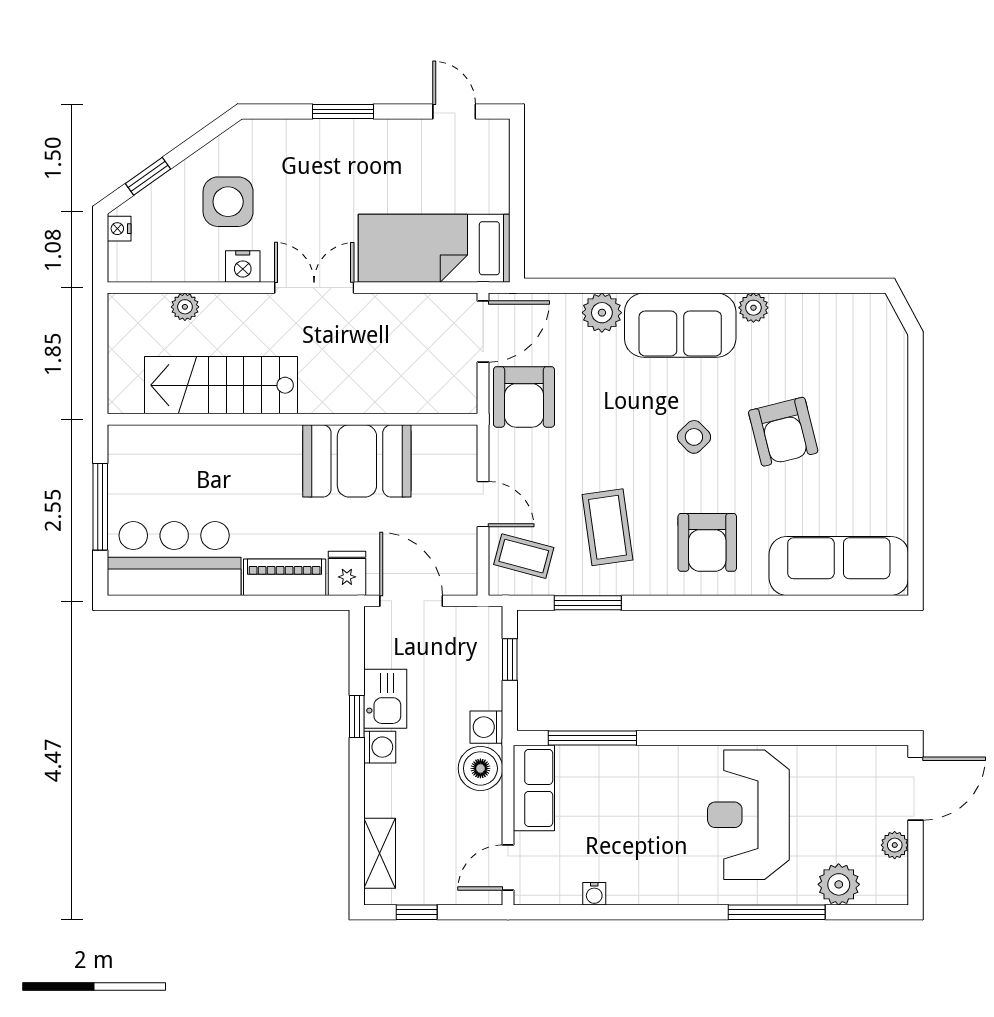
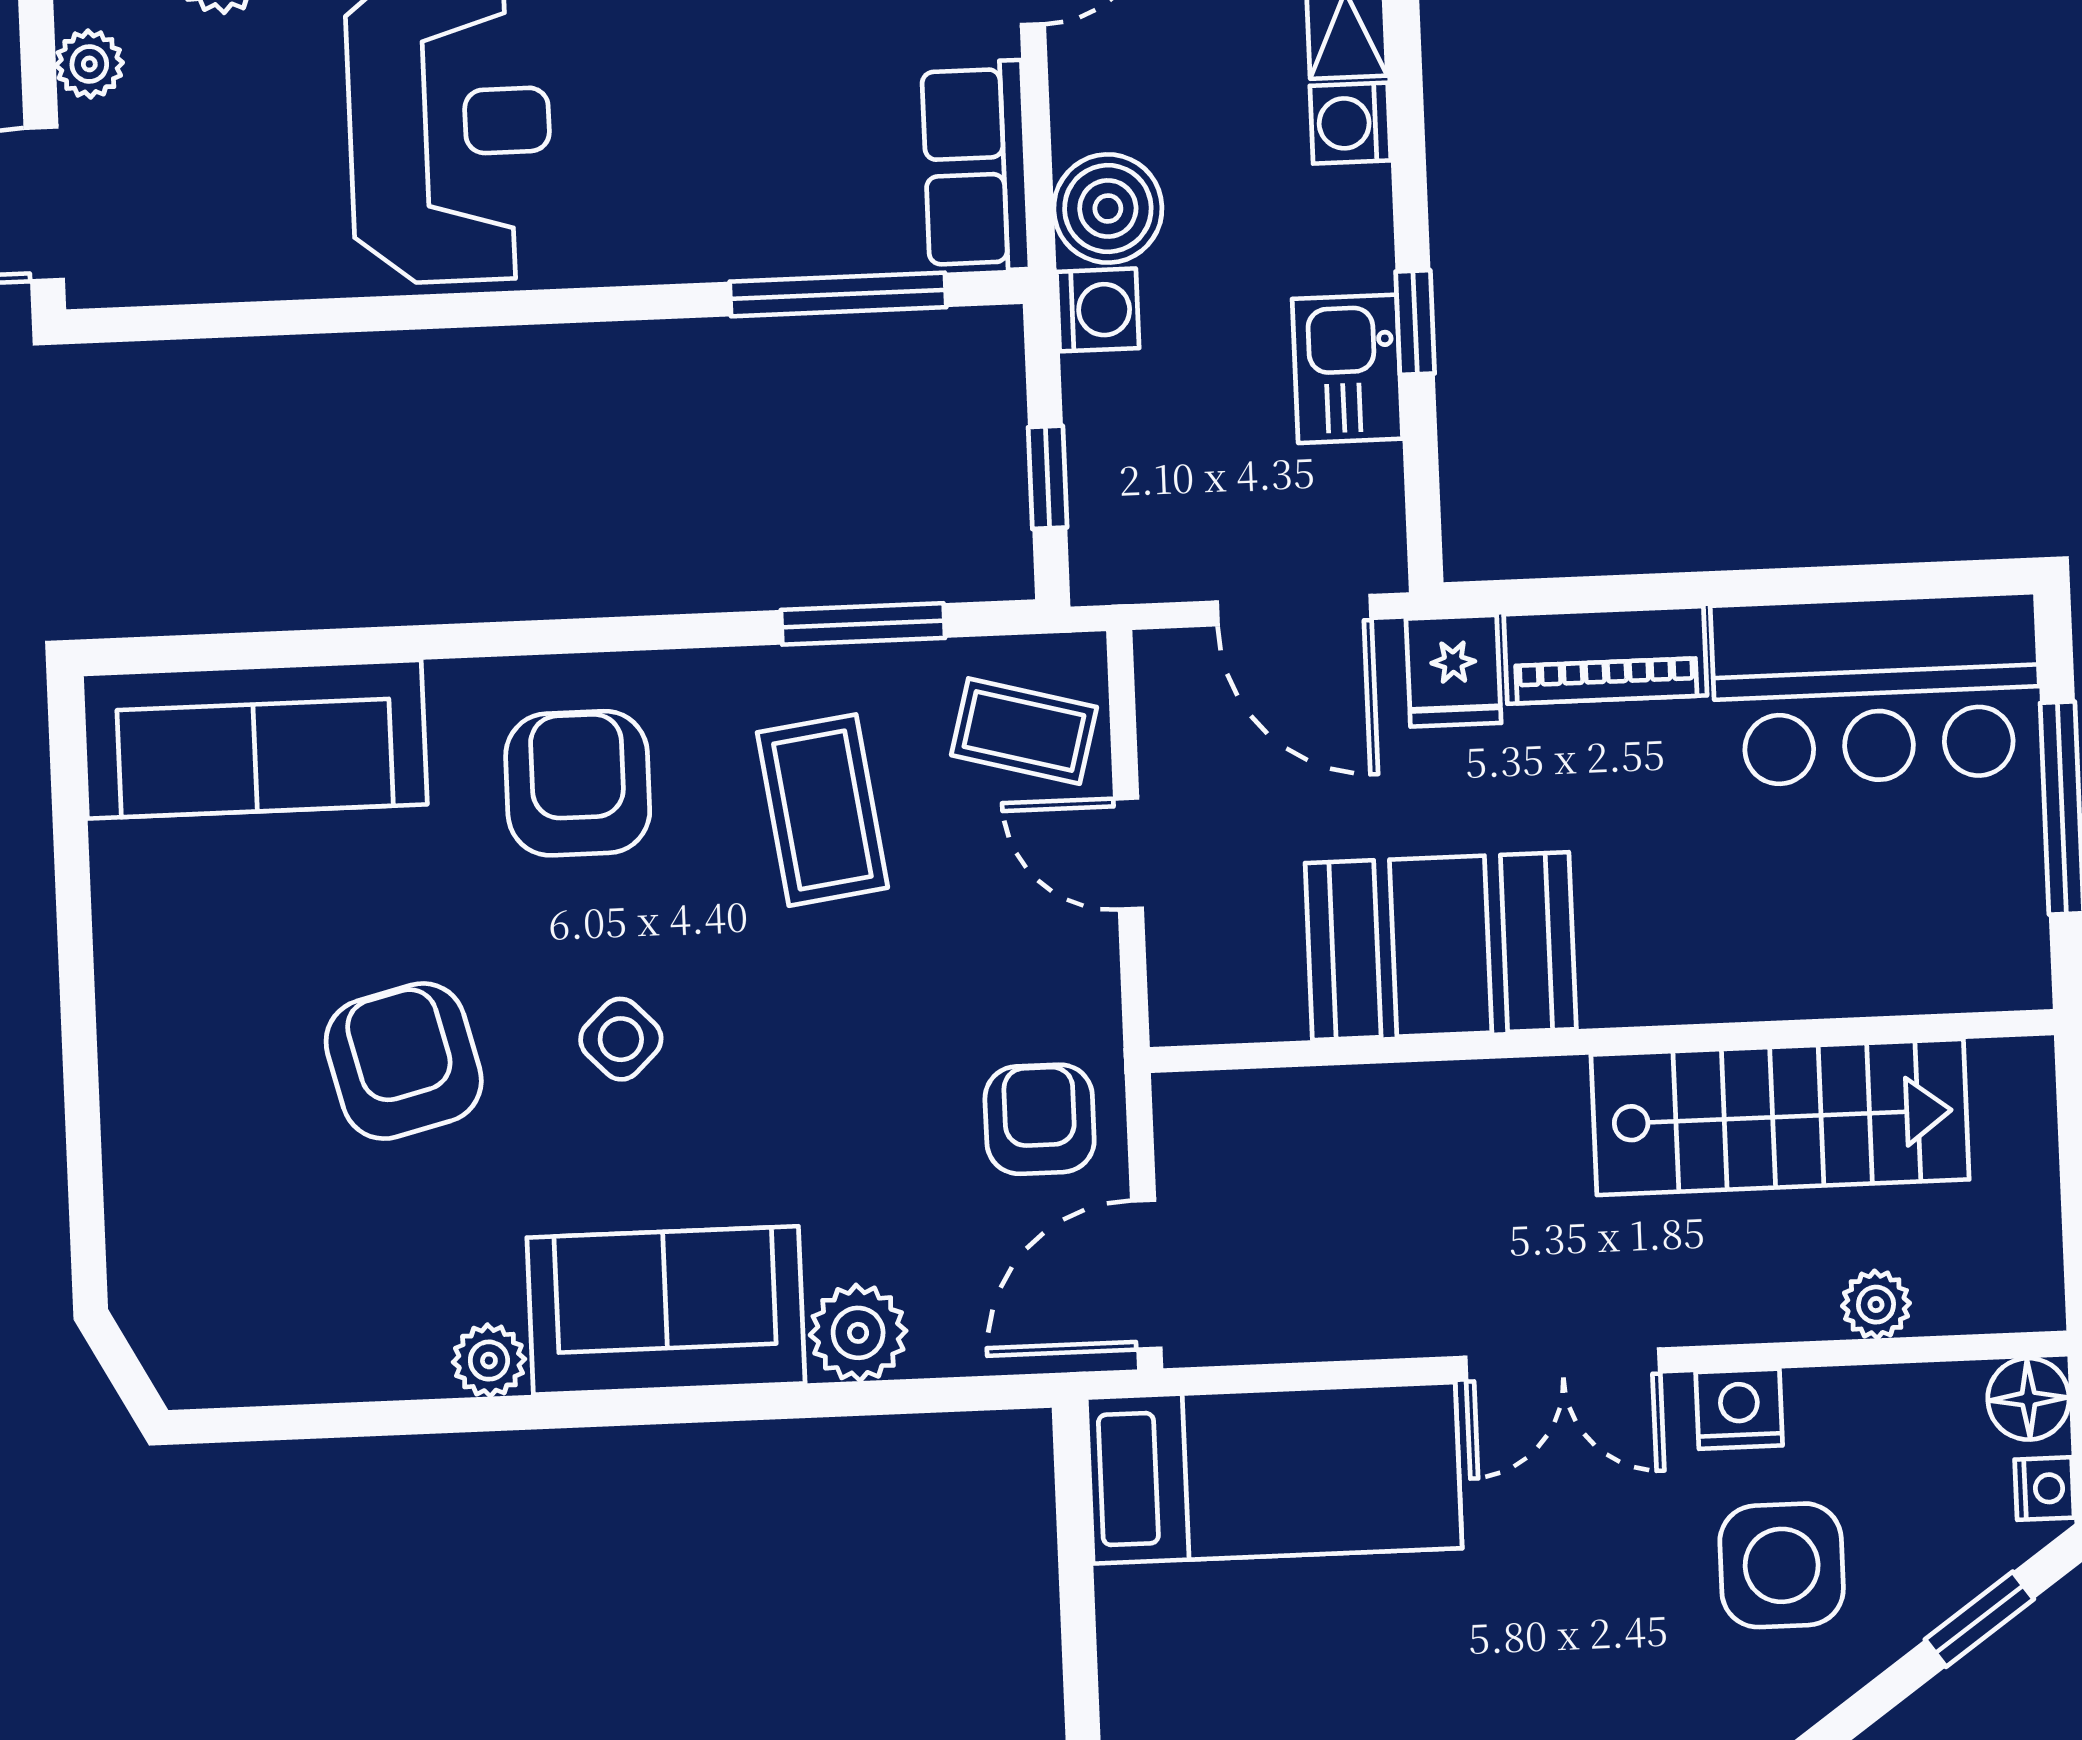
floor lamp: (124, 266) -> (2028, 1399), added
armchair: (524, 397) -> (1040, 1119), width x0.72, depth x0.72
washing machine: (380, 747) -> (1350, 123), moved

